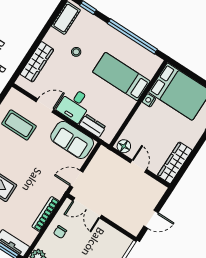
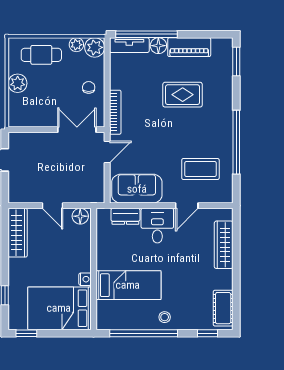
stool: (76, 52) -> (165, 317), moved
bookcase: (46, 214) -> (115, 112), moved

